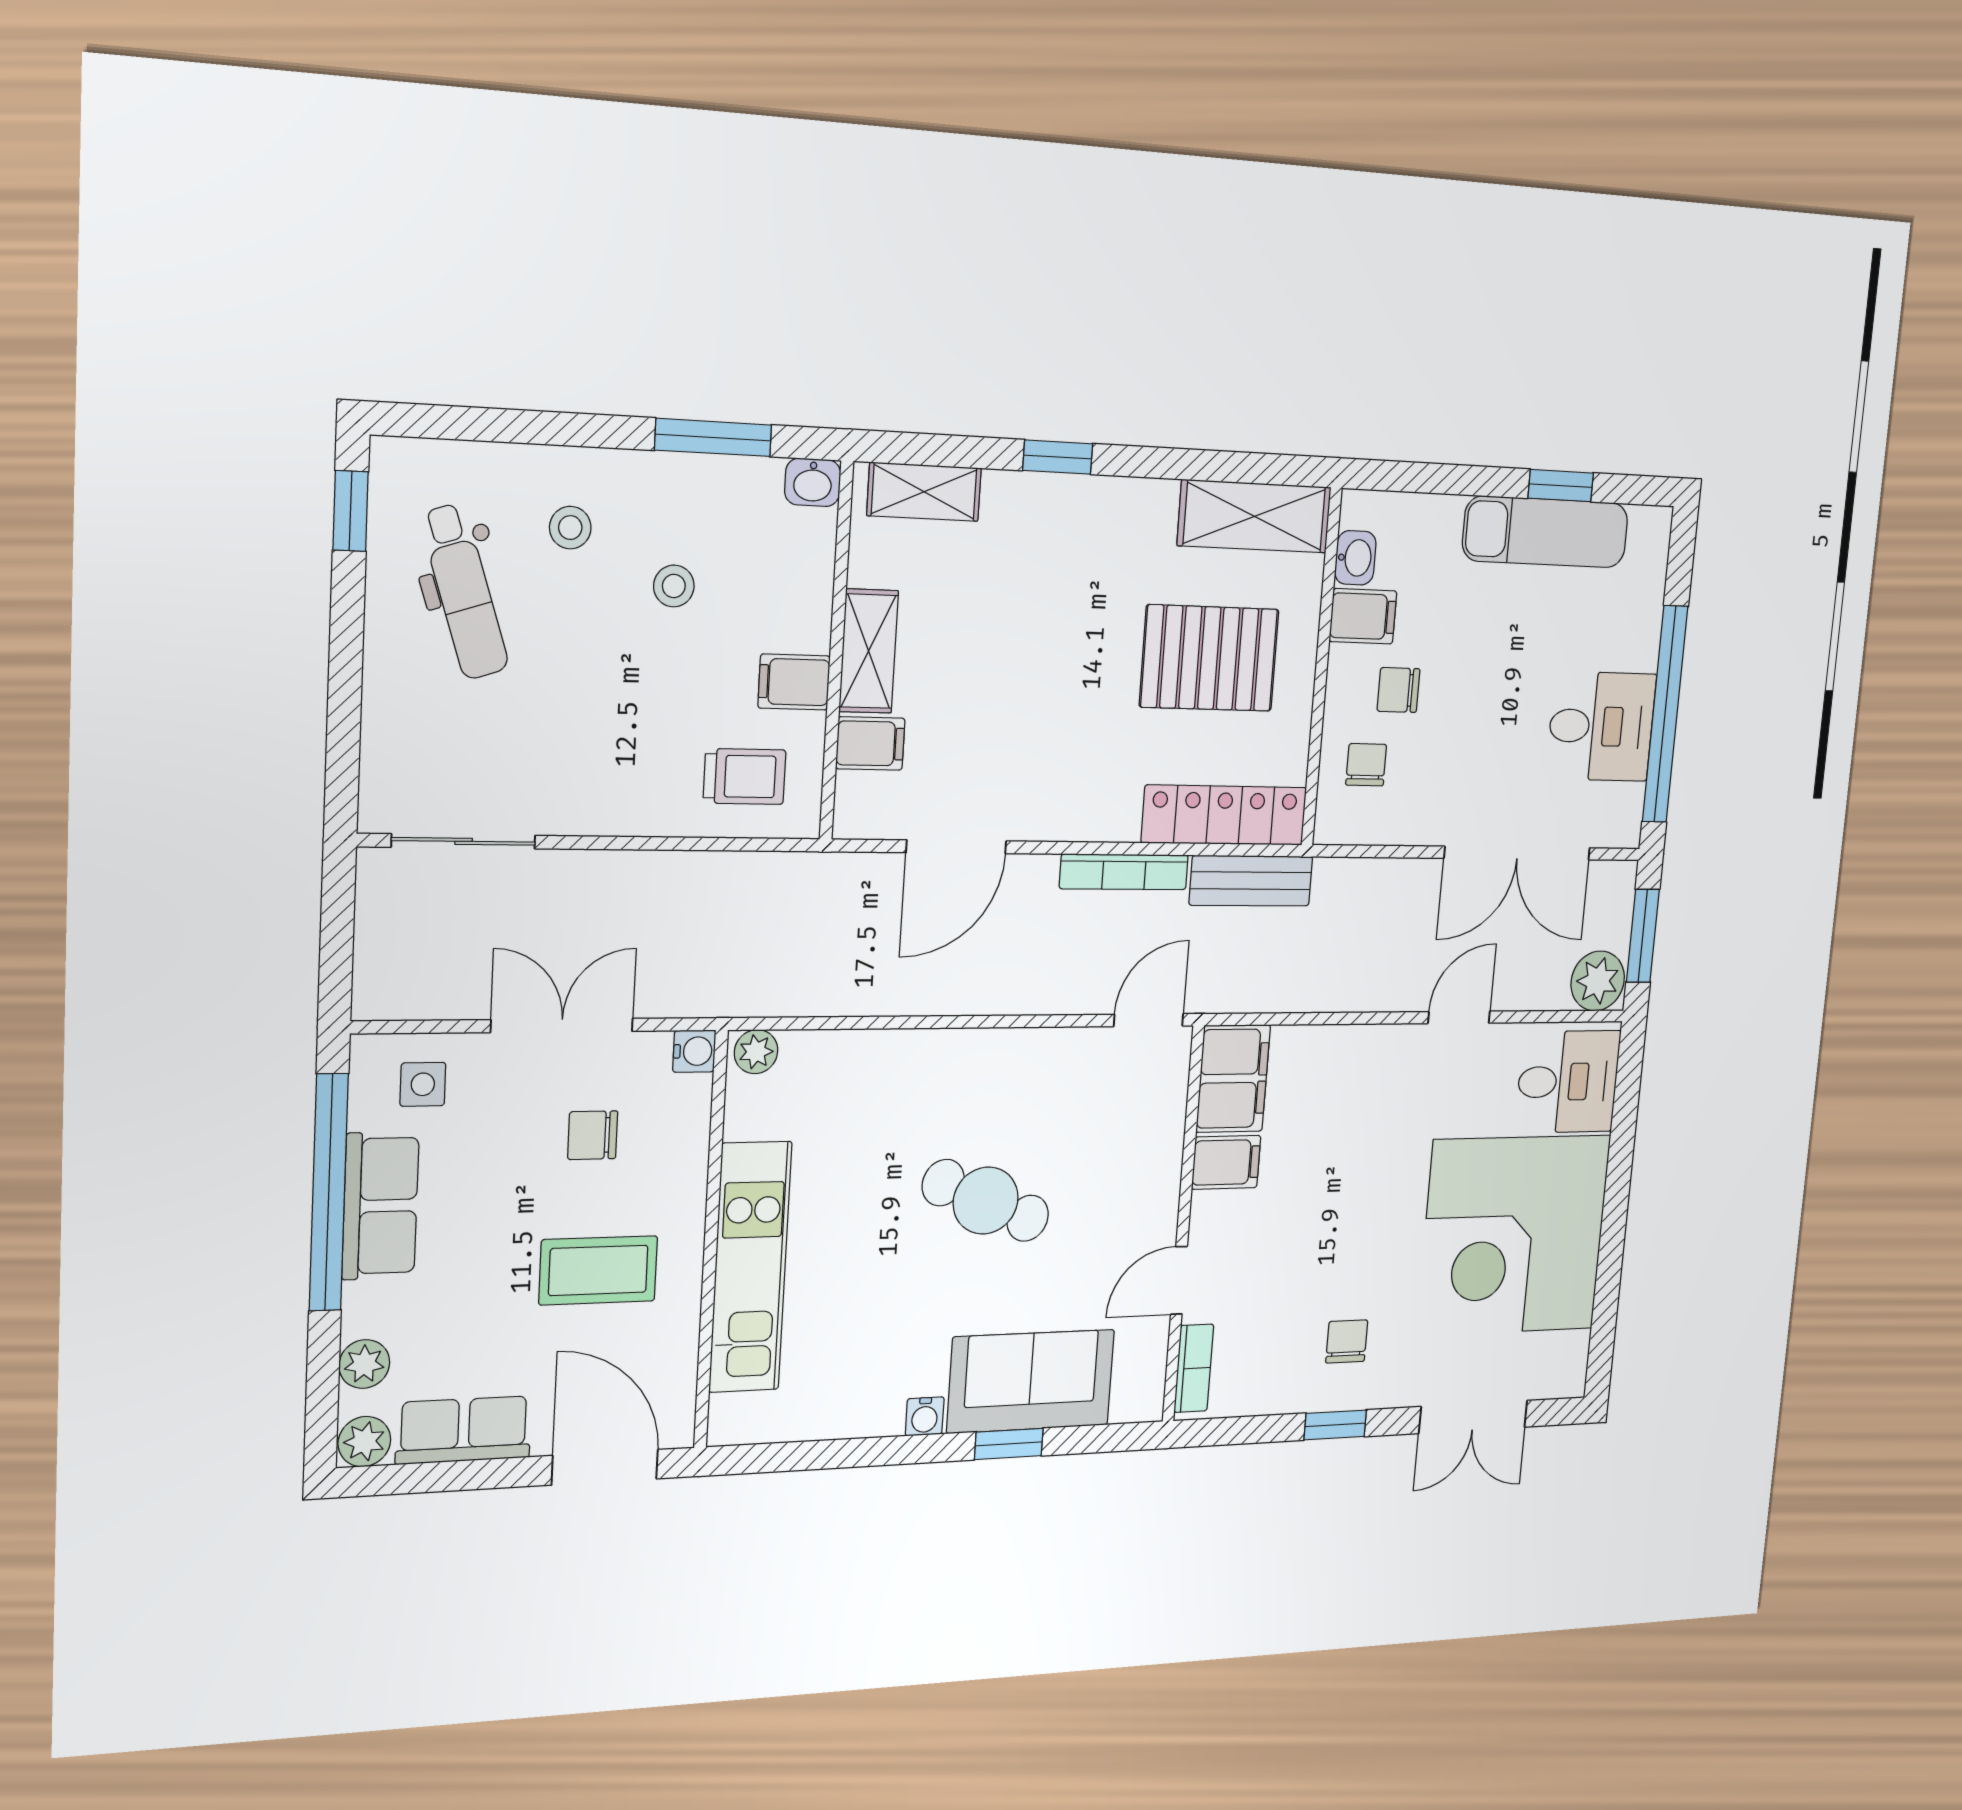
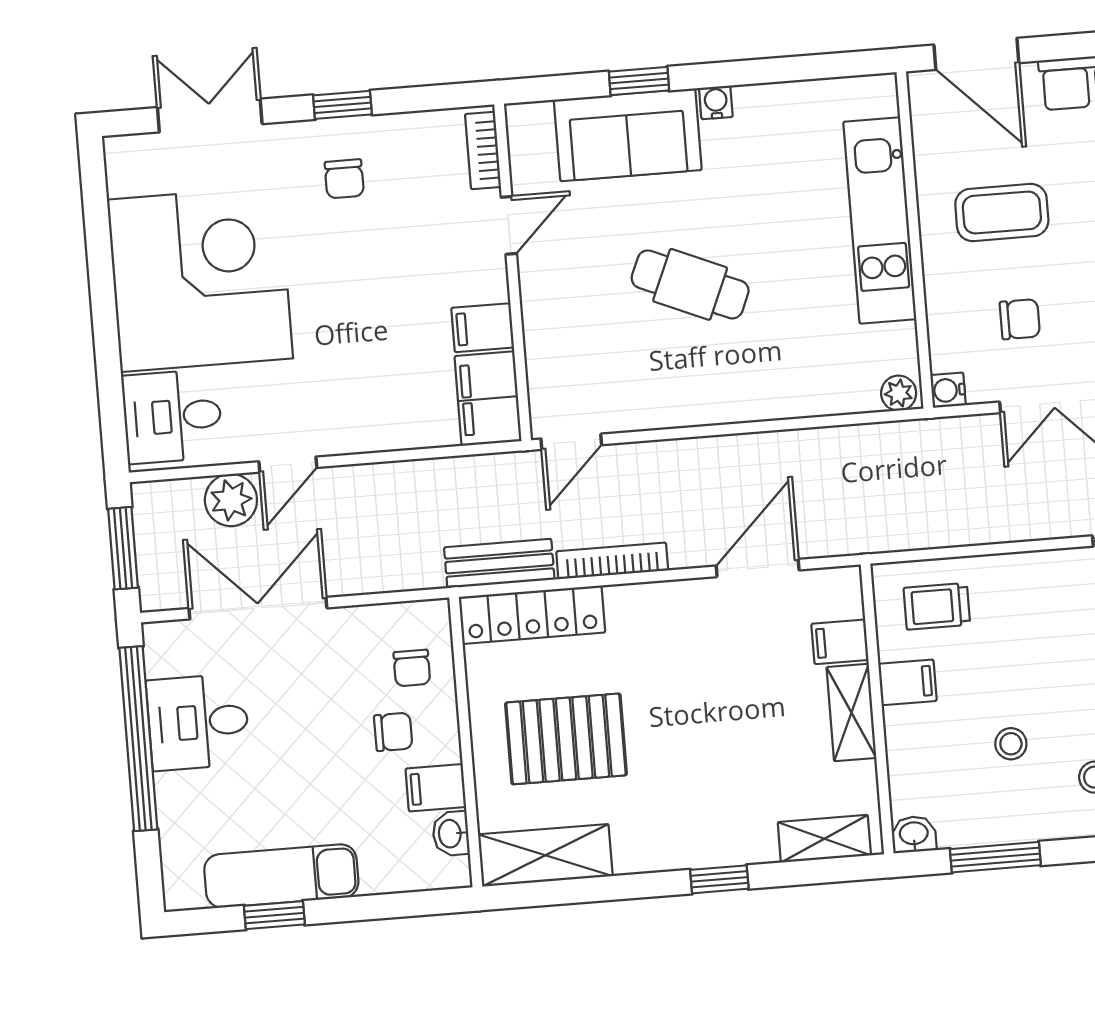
plant: (1598, 981) -> (231, 500), moved

